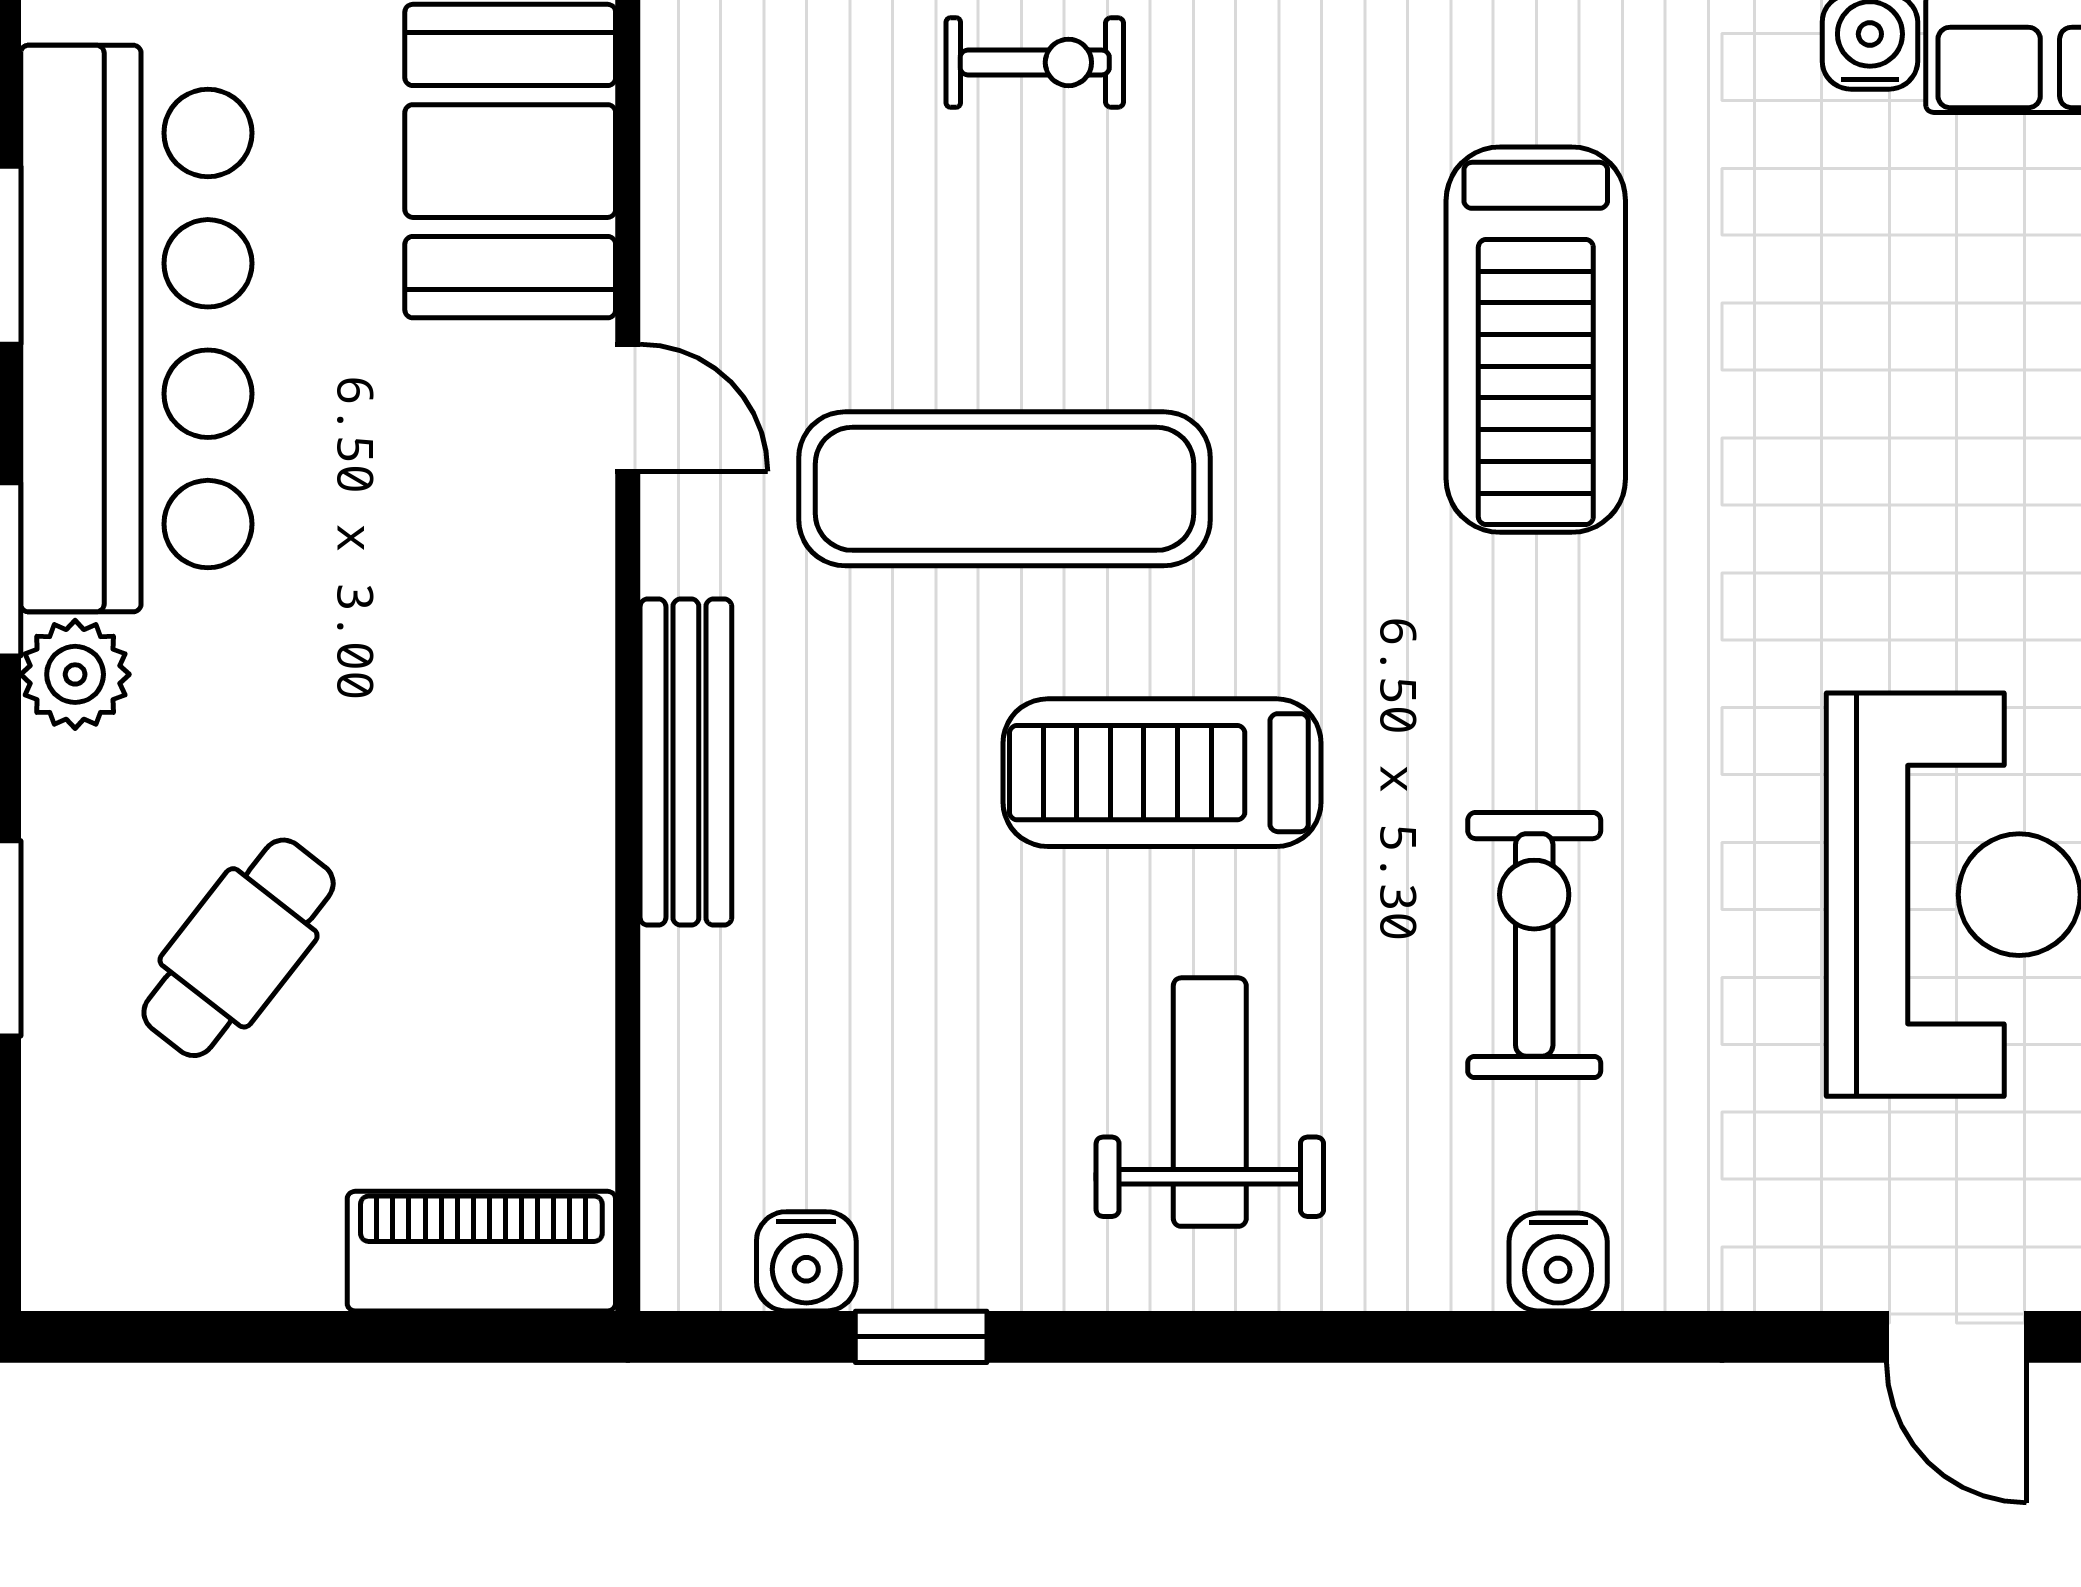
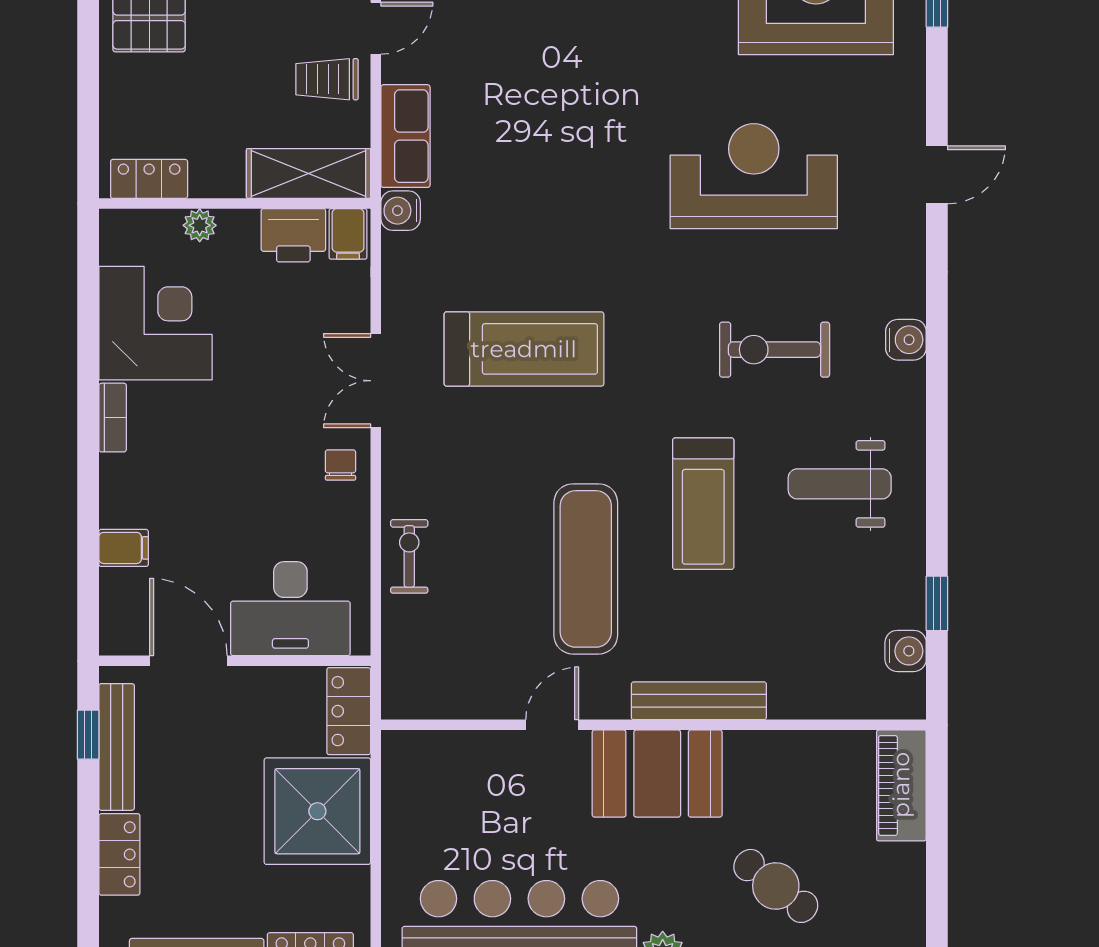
booth: (510, 161) -> (657, 774), moved

